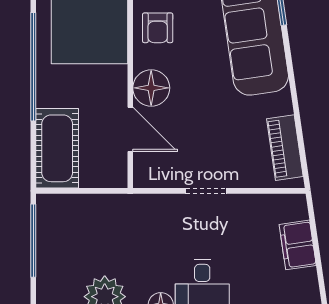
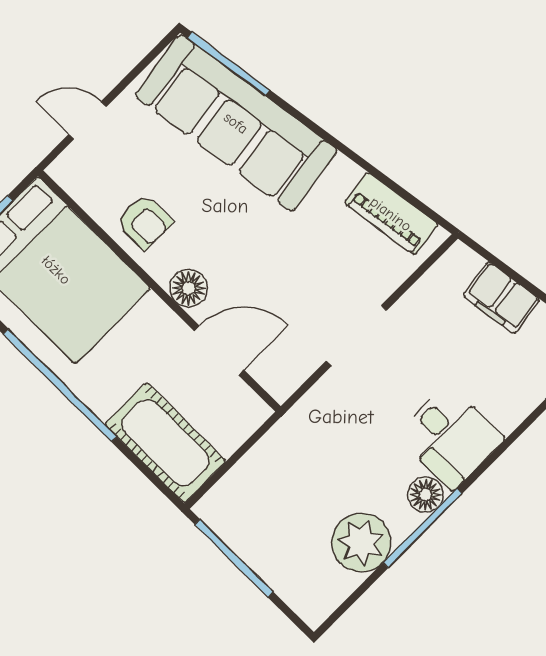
floor lamp: (151, 88) -> (189, 288), width x0.73, depth x0.73
doorway: (206, 191) -> (356, 336), width x1.38

